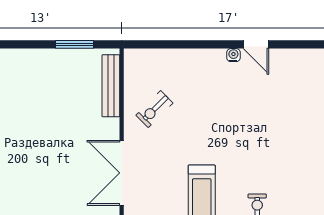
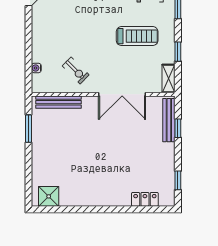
water cooler: (233, 55) -> (36, 68), moved

